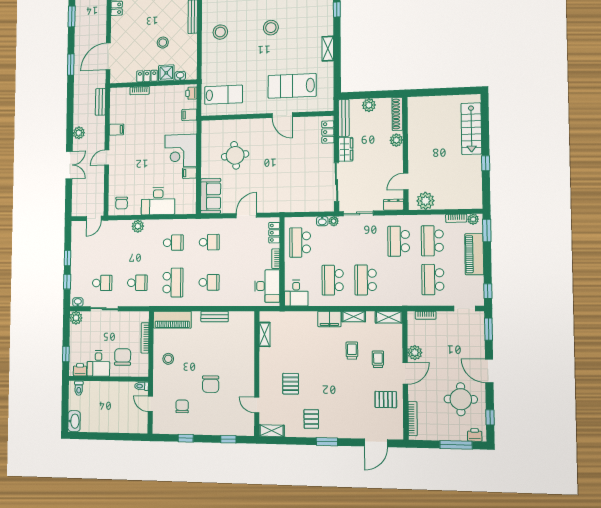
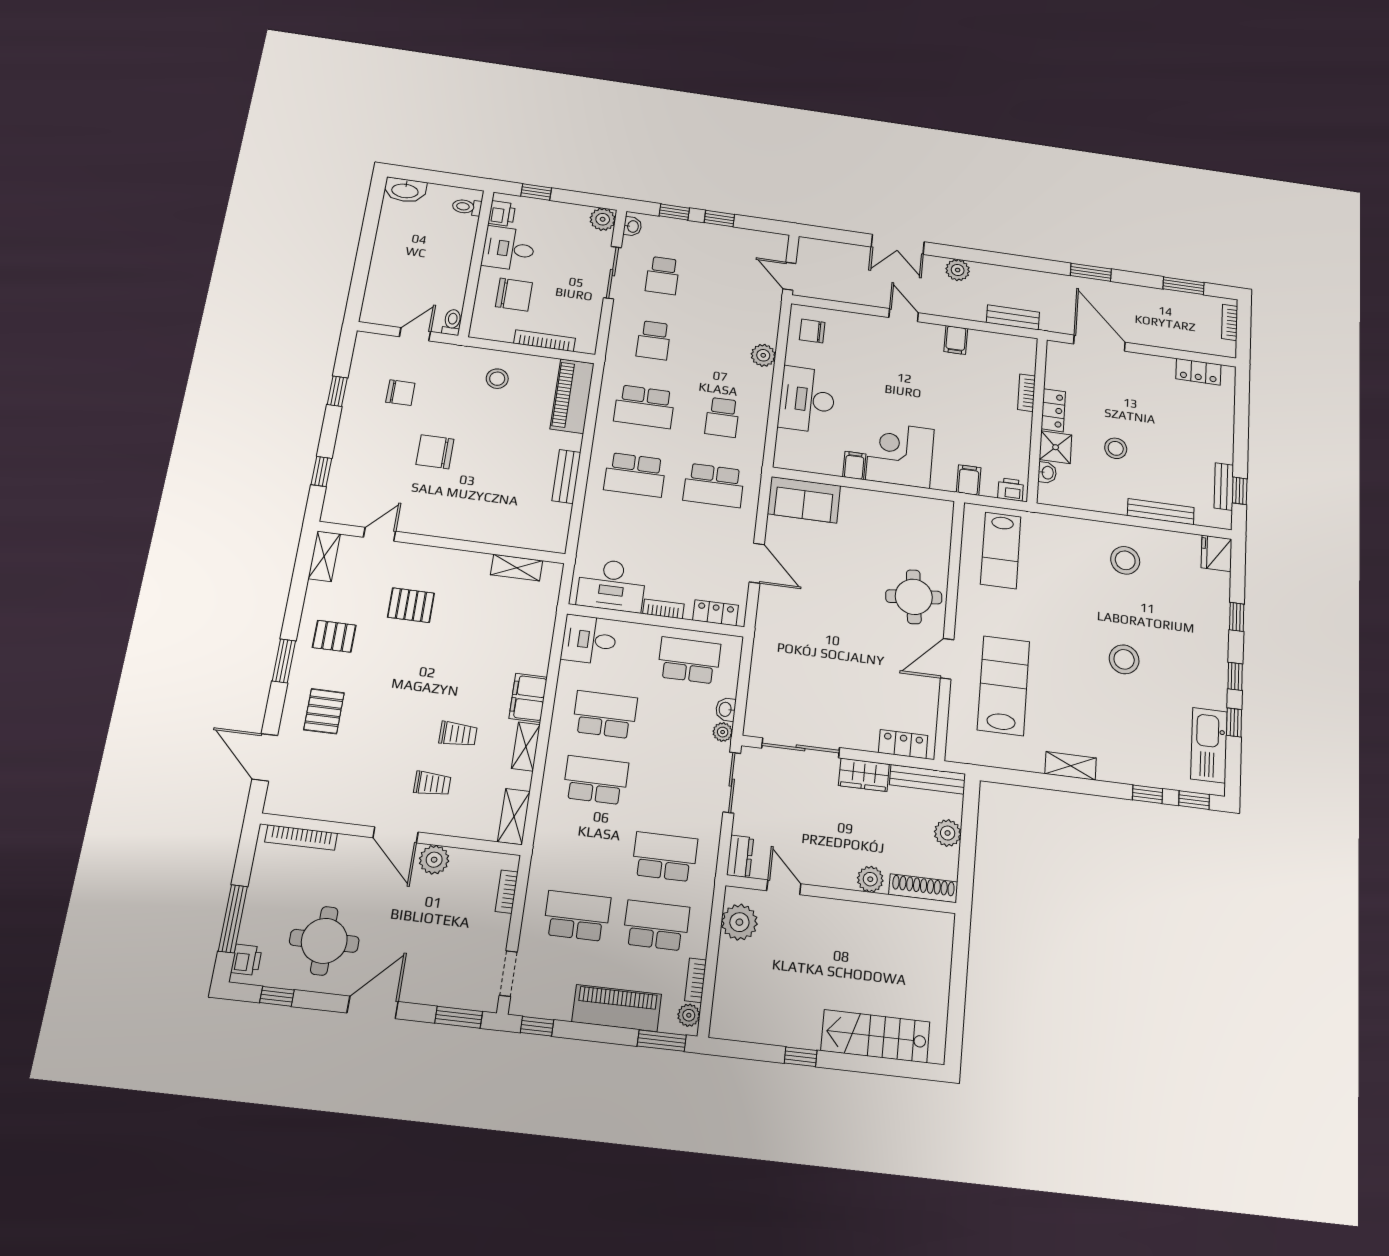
round table: (235, 155) -> (914, 597), moved
school desk: (209, 242) -> (714, 485), width x1.85
school desk: (209, 282) -> (635, 475), width x1.85
pallet: (386, 400) -> (324, 711), moved

